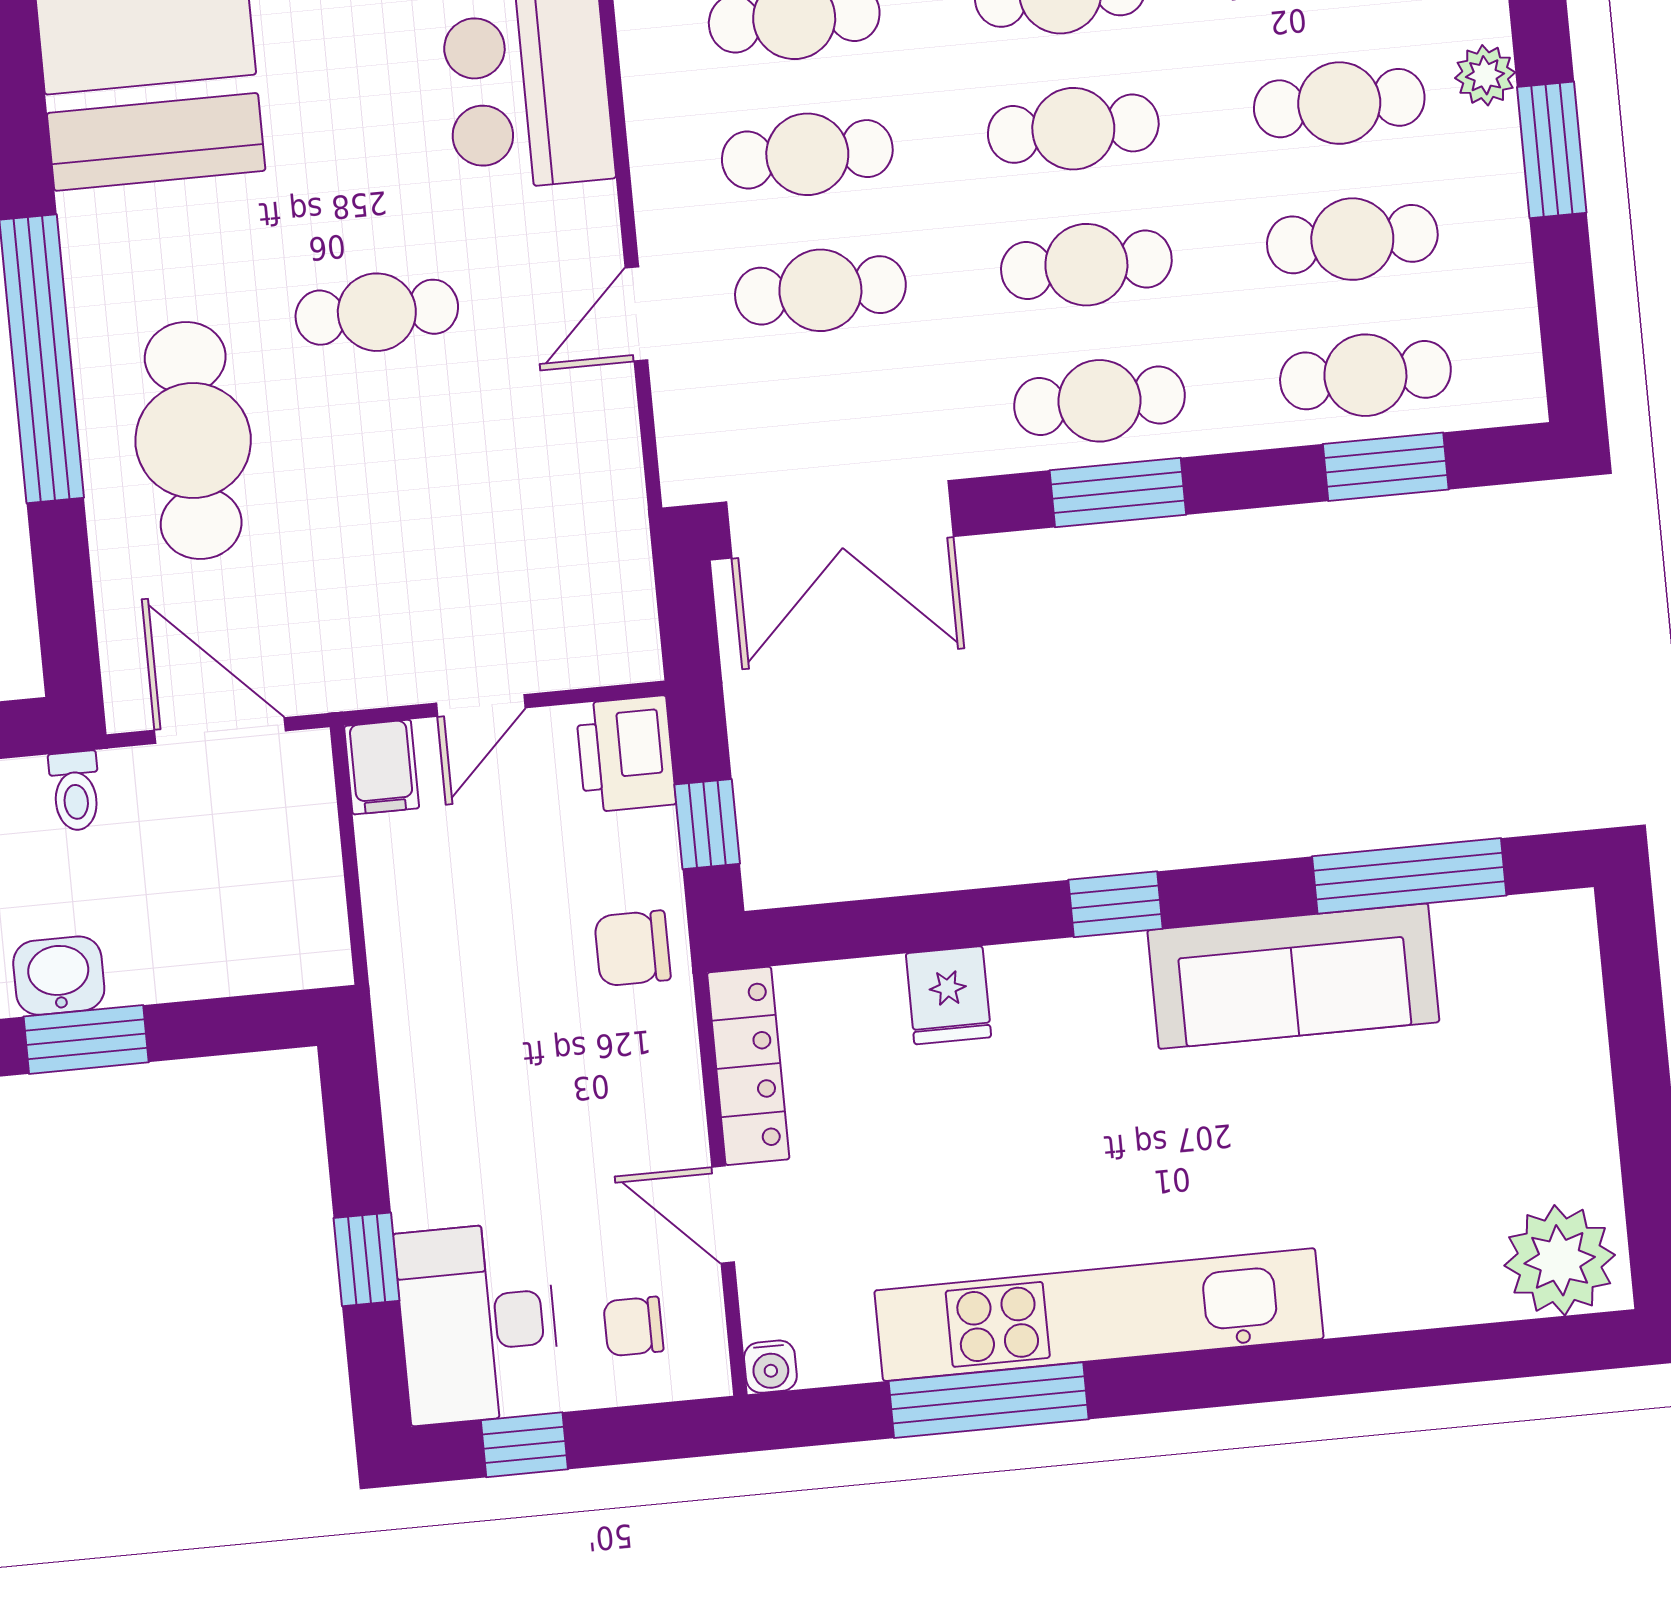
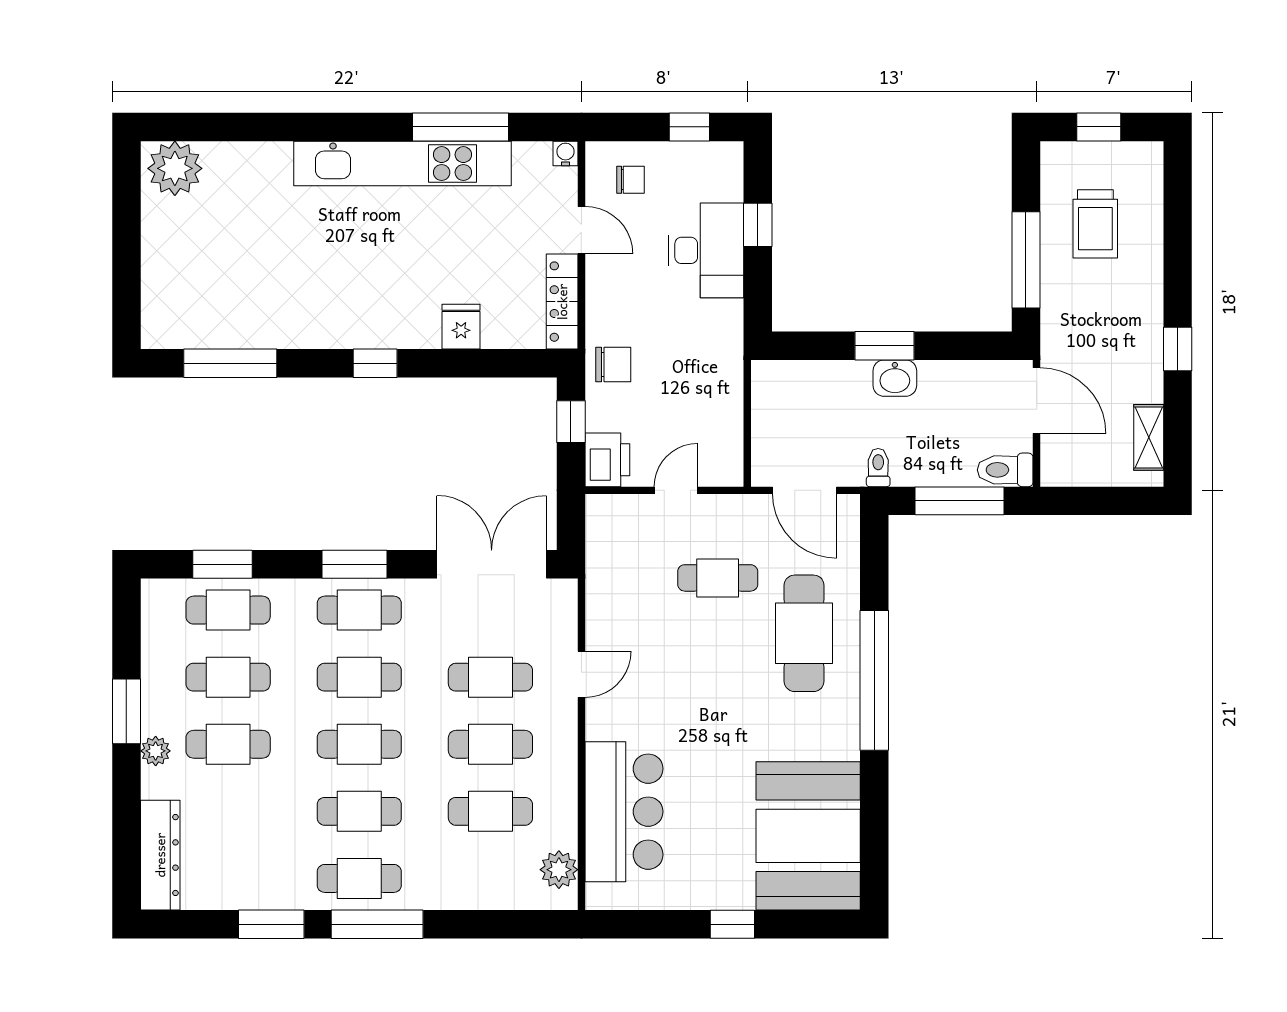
cafe table: (377, 312) -> (718, 578), moved
filing cabinet: (382, 767) -> (727, 465), removed
sofa: (1293, 976) -> (292, 320), removed
desk: (478, 1323) -> (706, 250), moved

